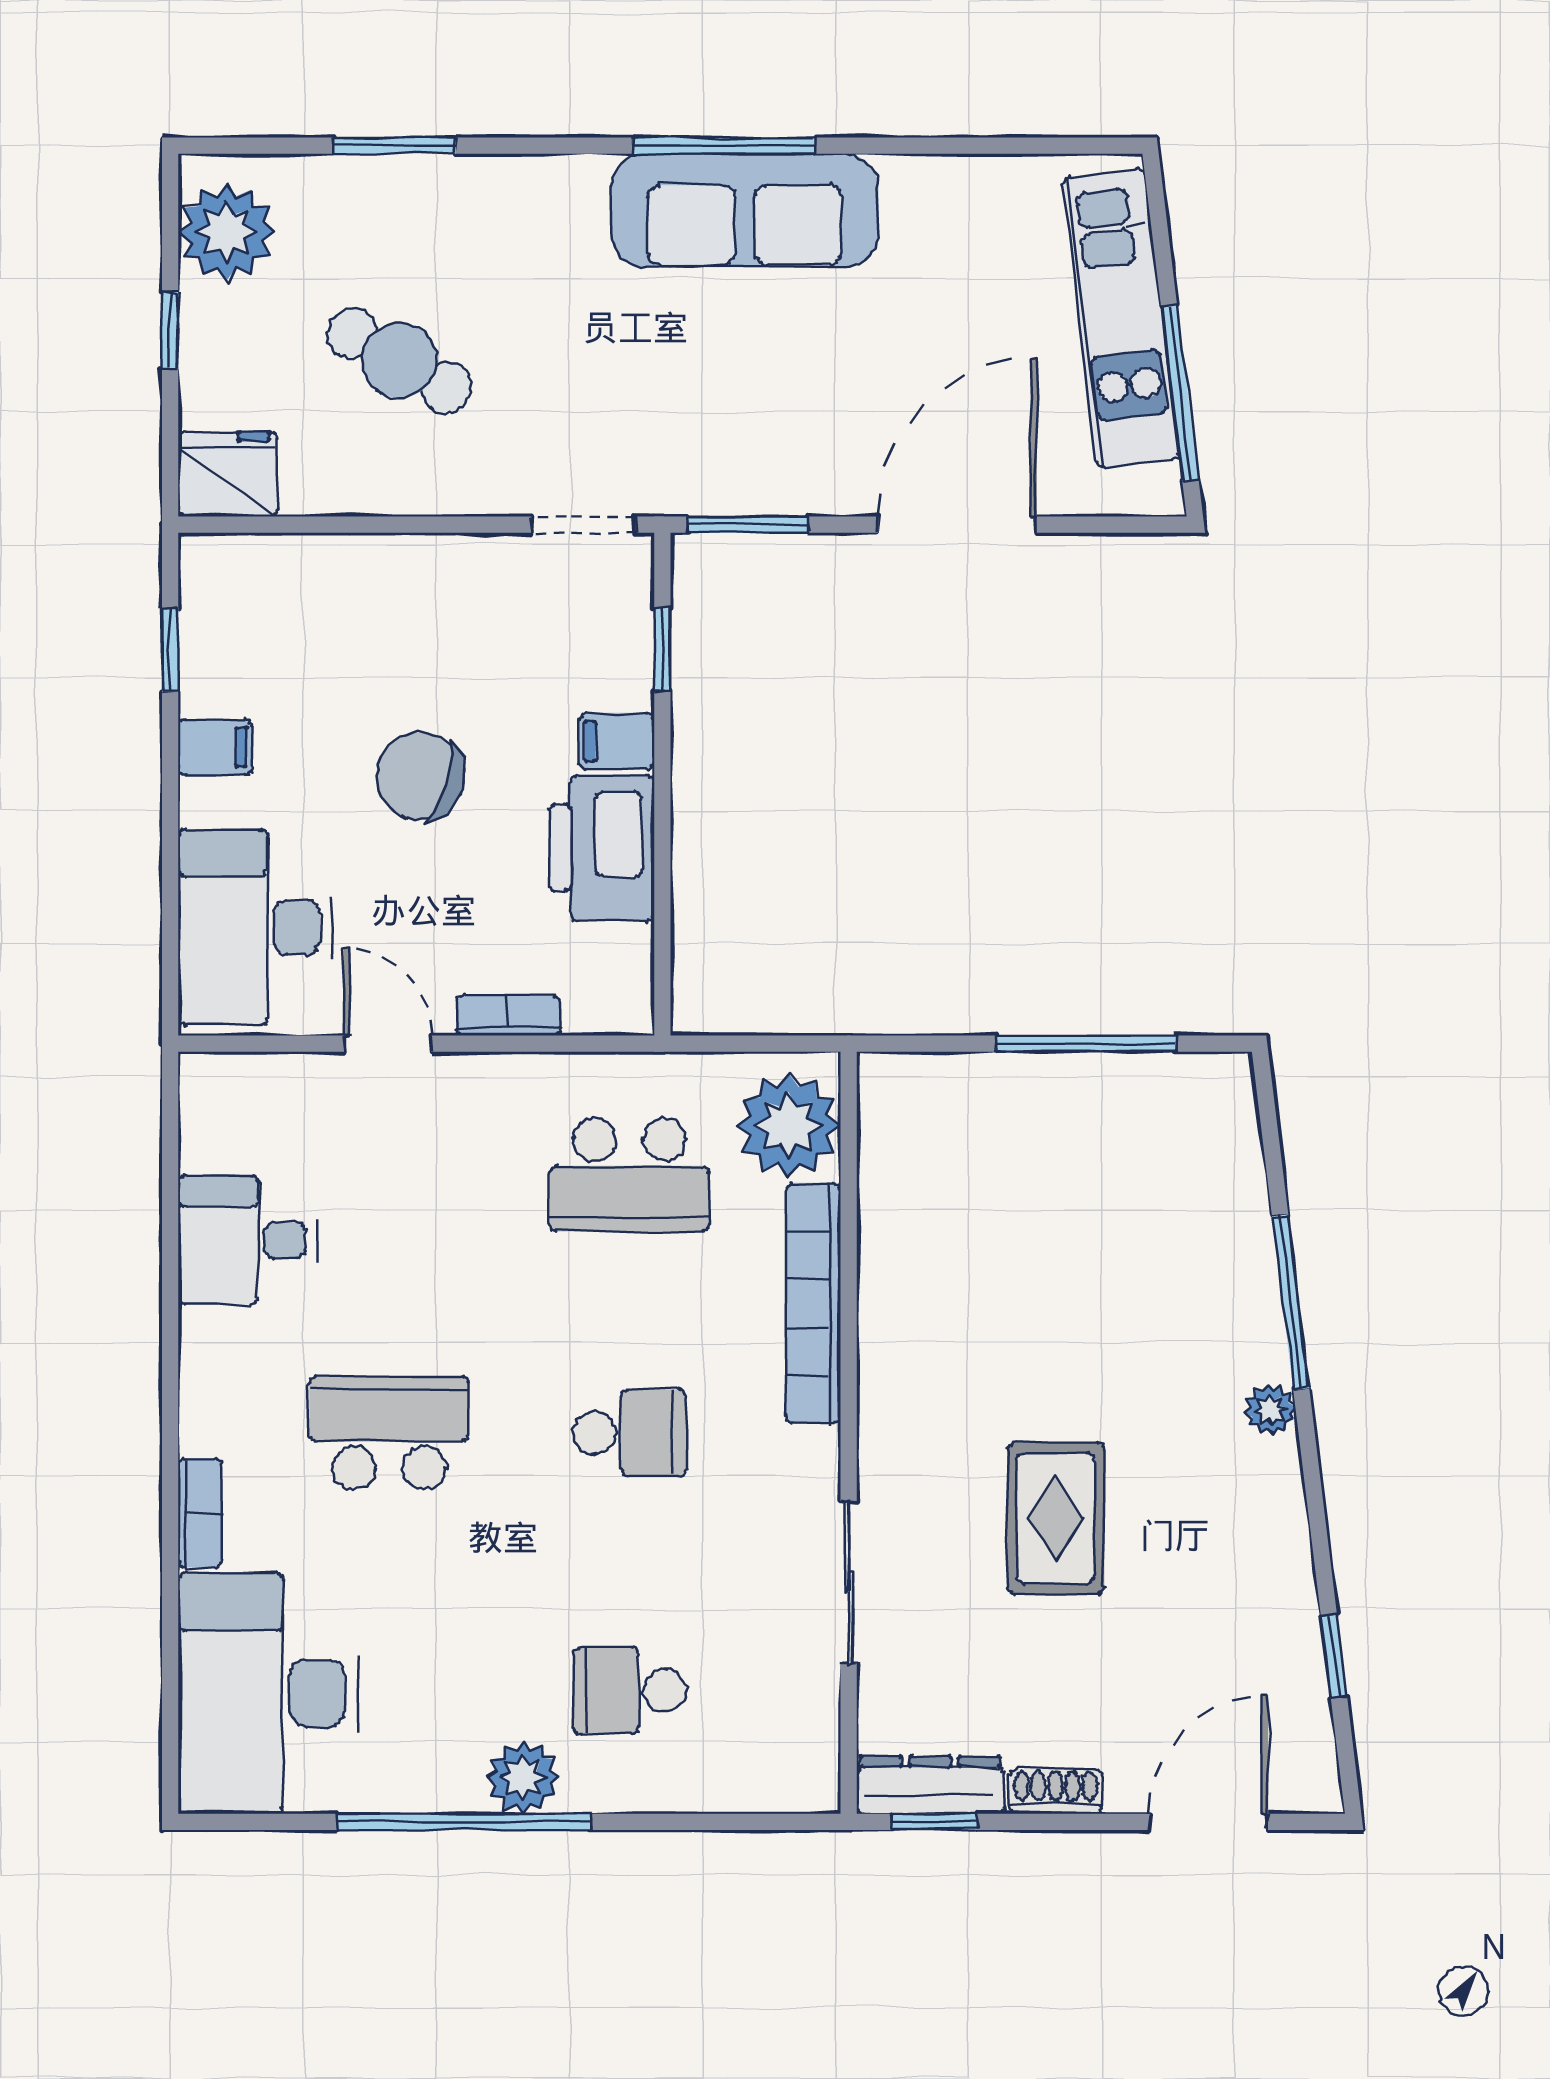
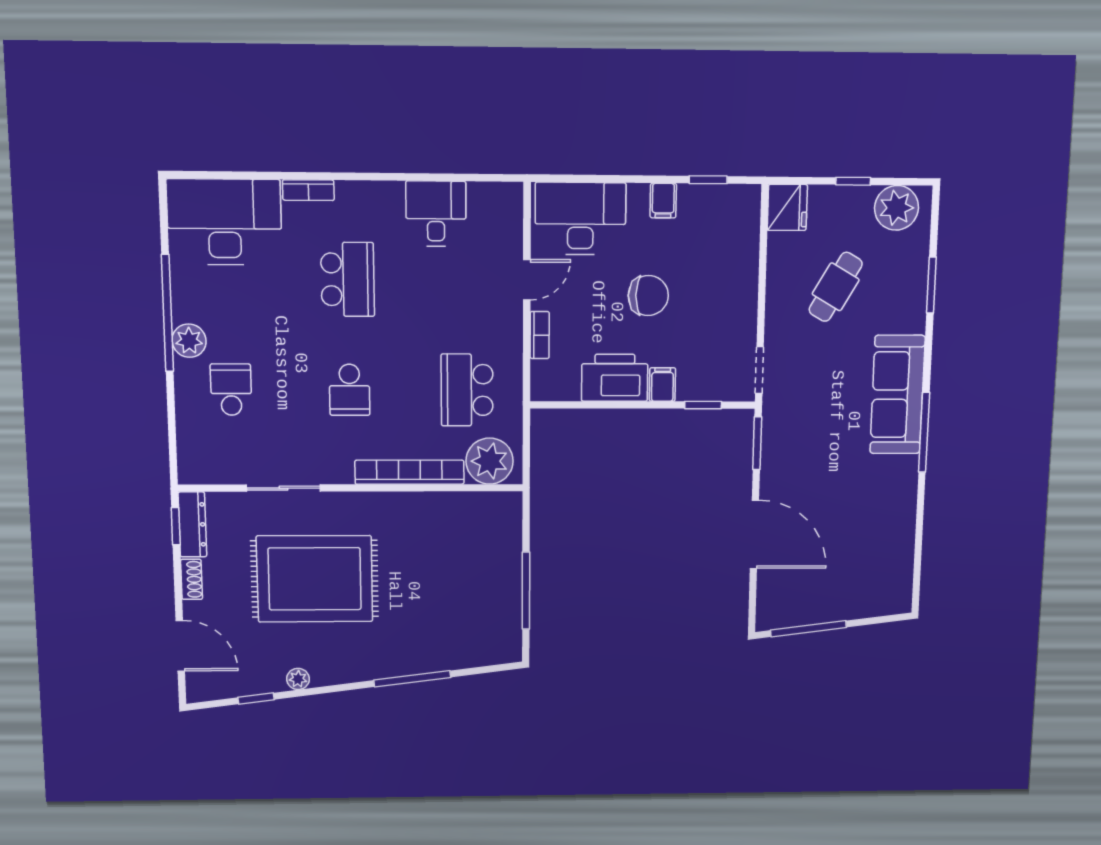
sofa: (745, 210) -> (898, 395), moved
kitchen unit: (1121, 318) -> (841, 604), removed
chair: (421, 776) -> (648, 296), turned 73
plant: (1270, 1410) -> (298, 679), moved
rug: (1056, 1518) -> (315, 579), width x1.86, depth x2.06

